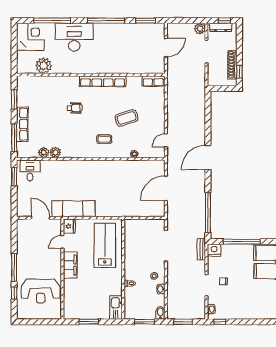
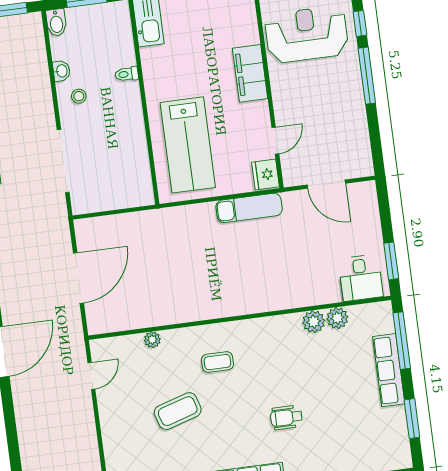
exam couch: (74, 209) -> (249, 208), width x0.73, depth x0.69
filing cabinet: (70, 265) -> (250, 73), moved

